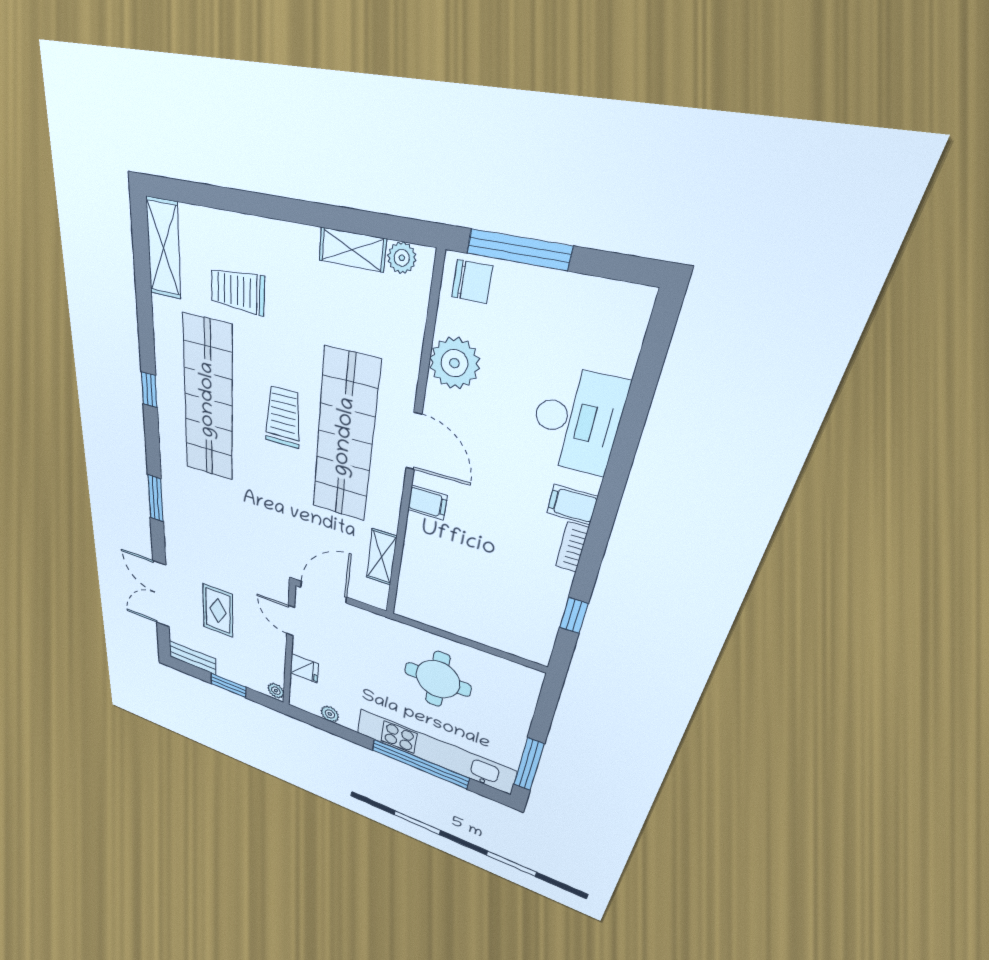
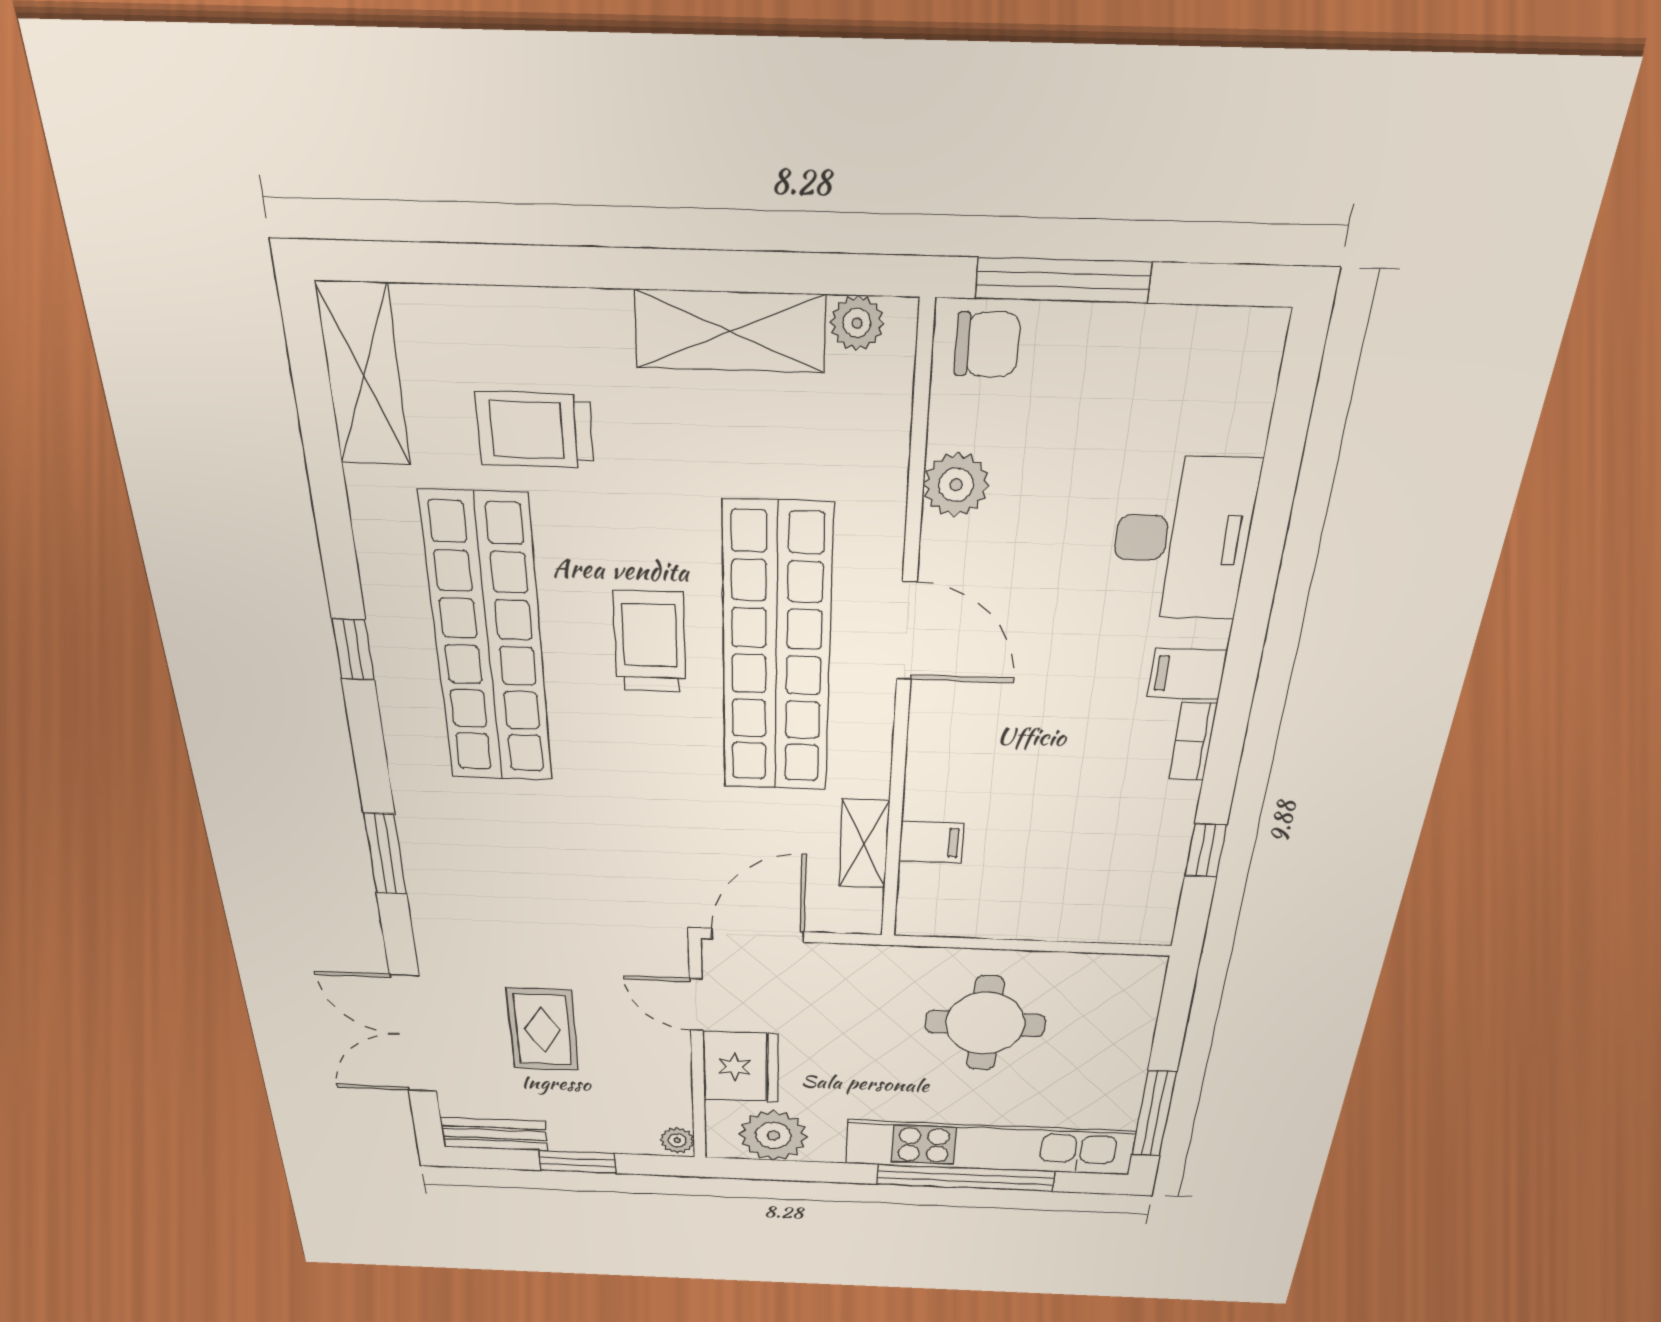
shelving: (352, 250) -> (730, 331), width x1.50, depth x1.33
plant: (454, 363) -> (956, 485), width x0.73, depth x0.73
filing cabinet: (427, 503) -> (931, 842), moved
fridge: (304, 668) -> (741, 1067), width x1.88, depth x1.34
plant: (330, 714) -> (773, 1135), width x1.87, depth x1.87

